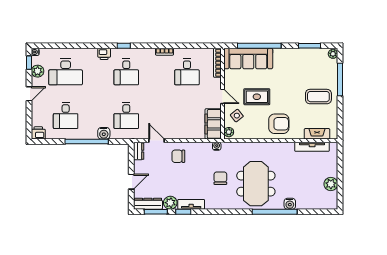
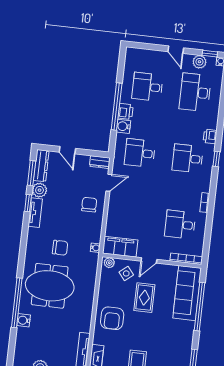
printer: (38, 133) -> (126, 111), moved

